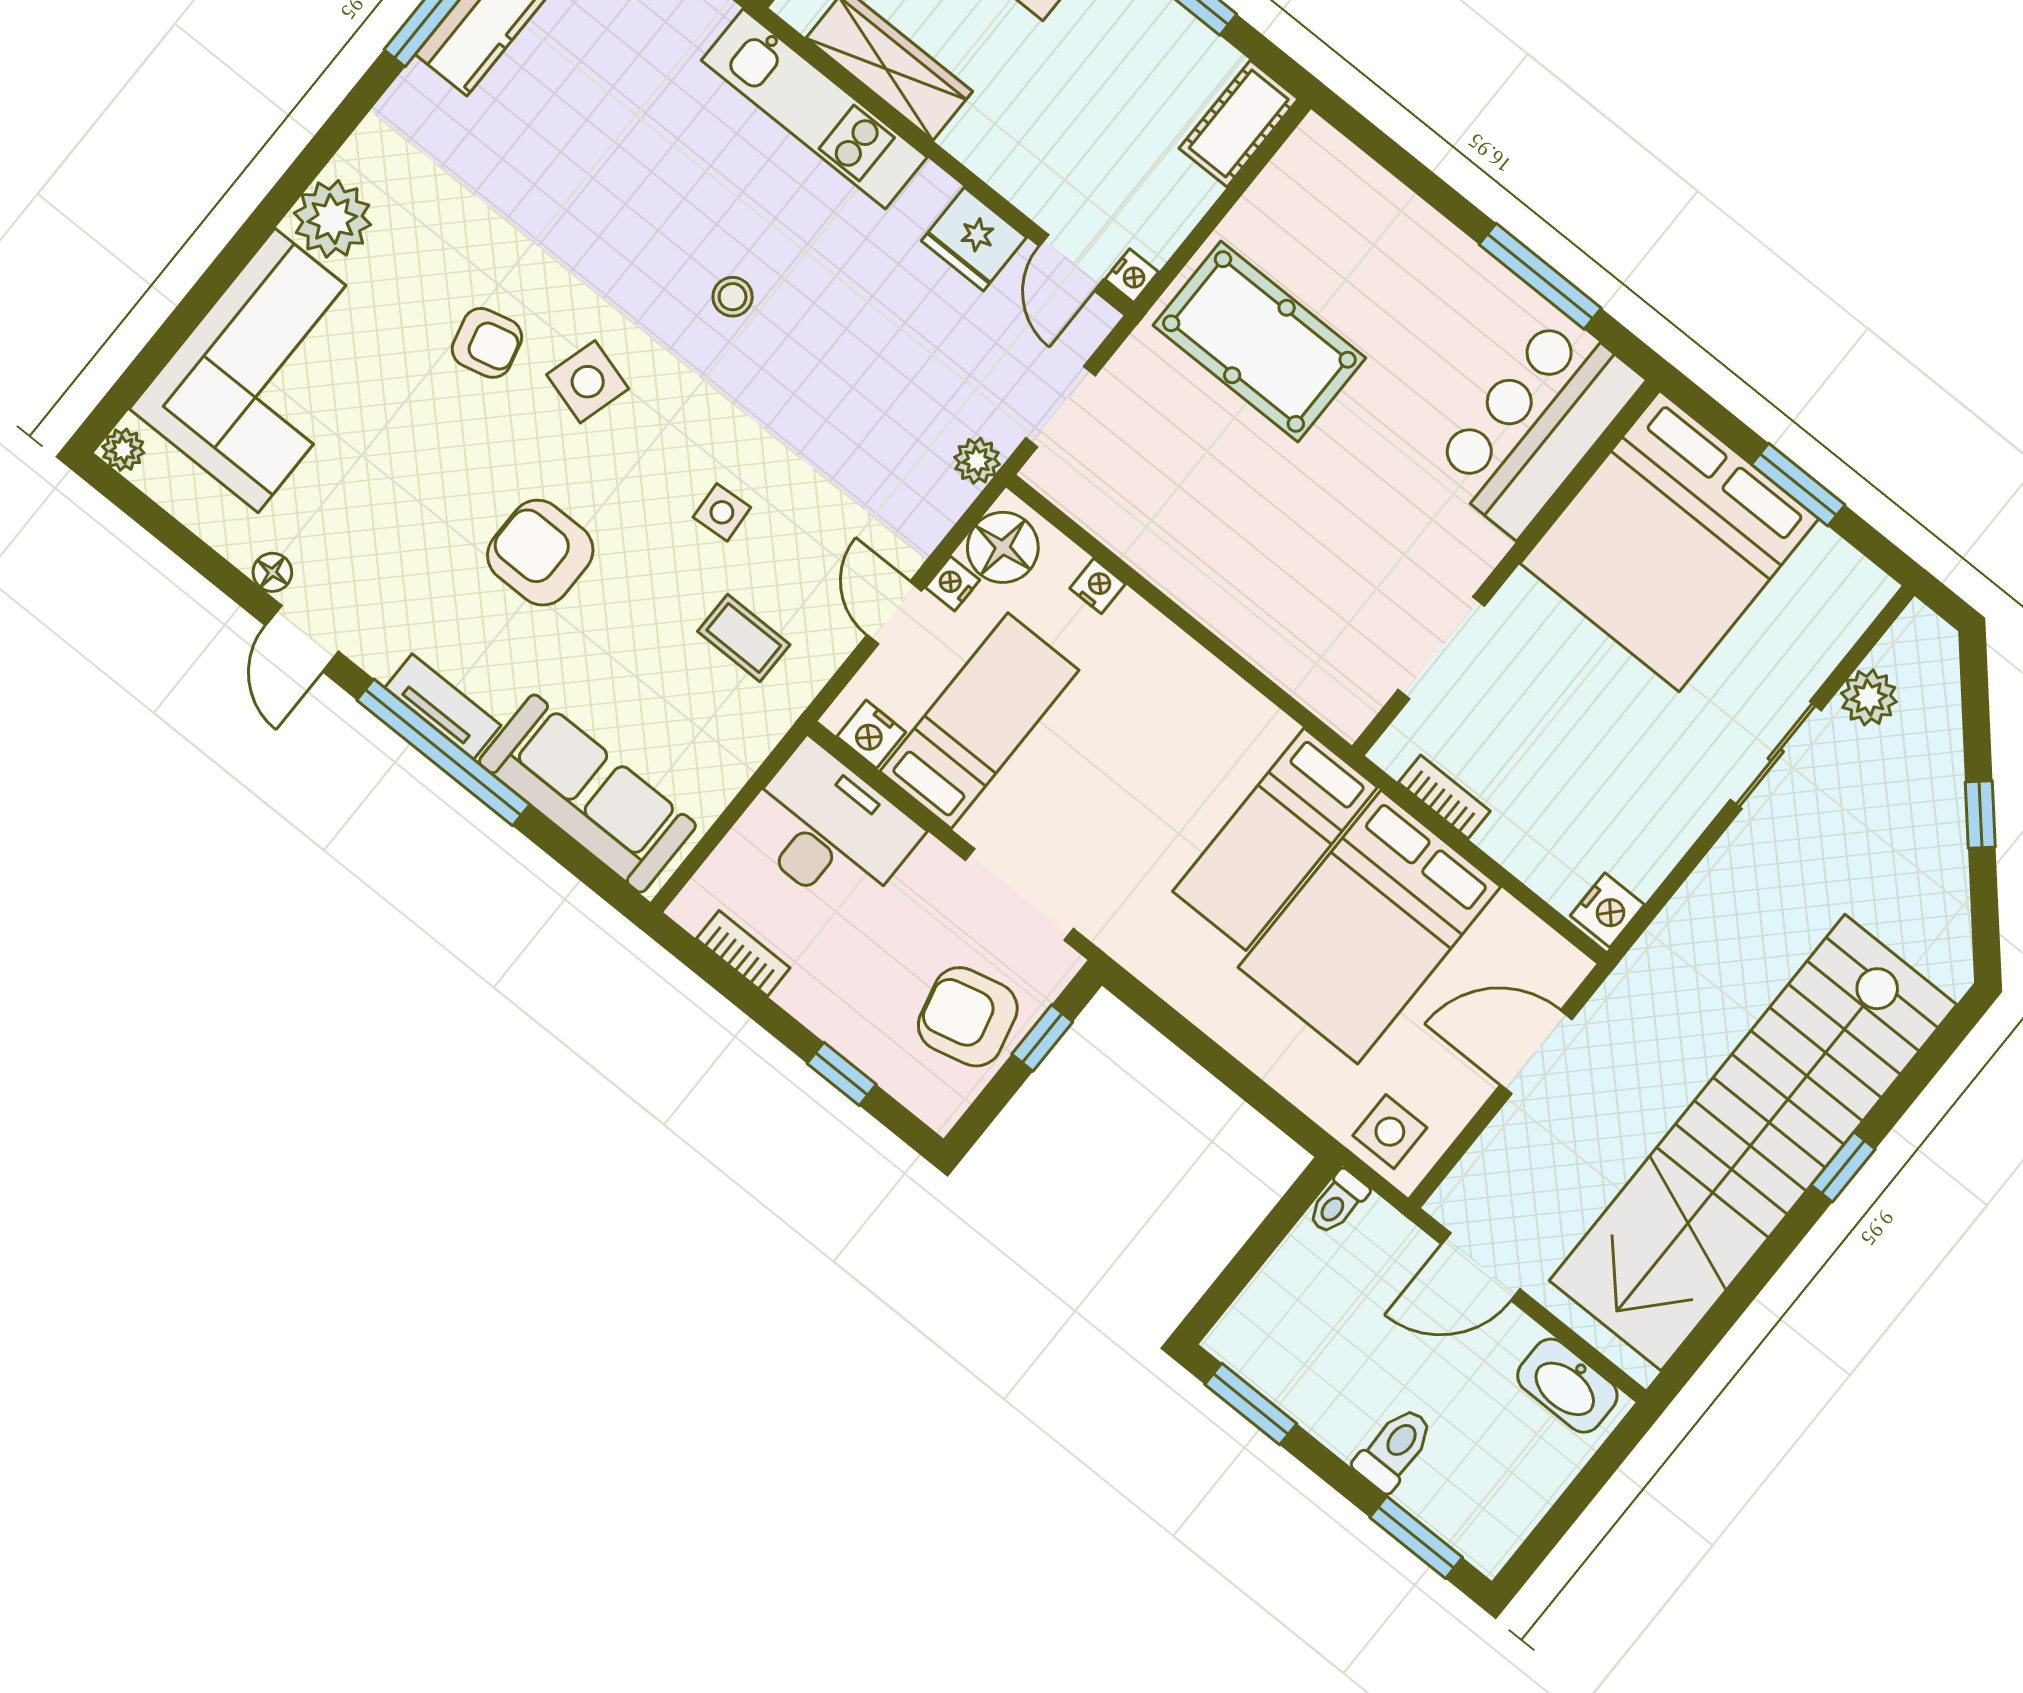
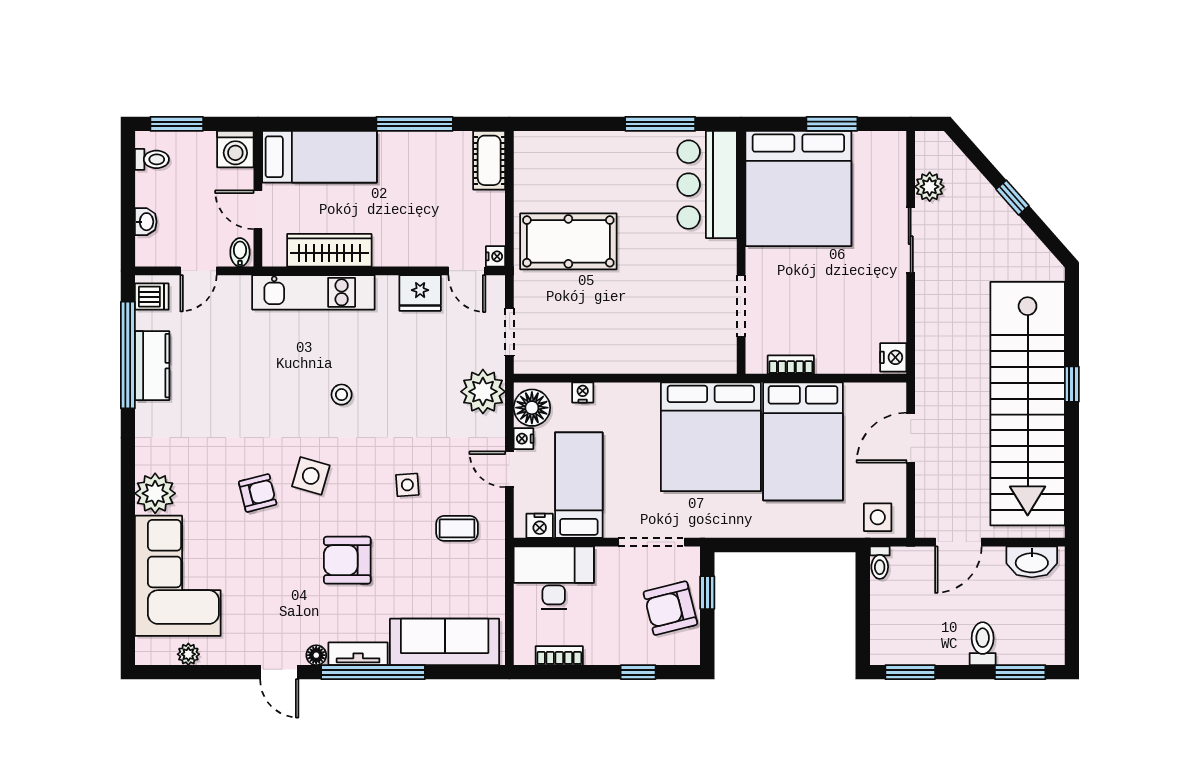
plant: (123, 450) -> (188, 654), moved
plant: (977, 461) -> (483, 392), width x1.88, depth x1.88
floor lamp: (272, 572) -> (316, 655), moved
bed: (1275, 839) -> (711, 437), width x2.04

